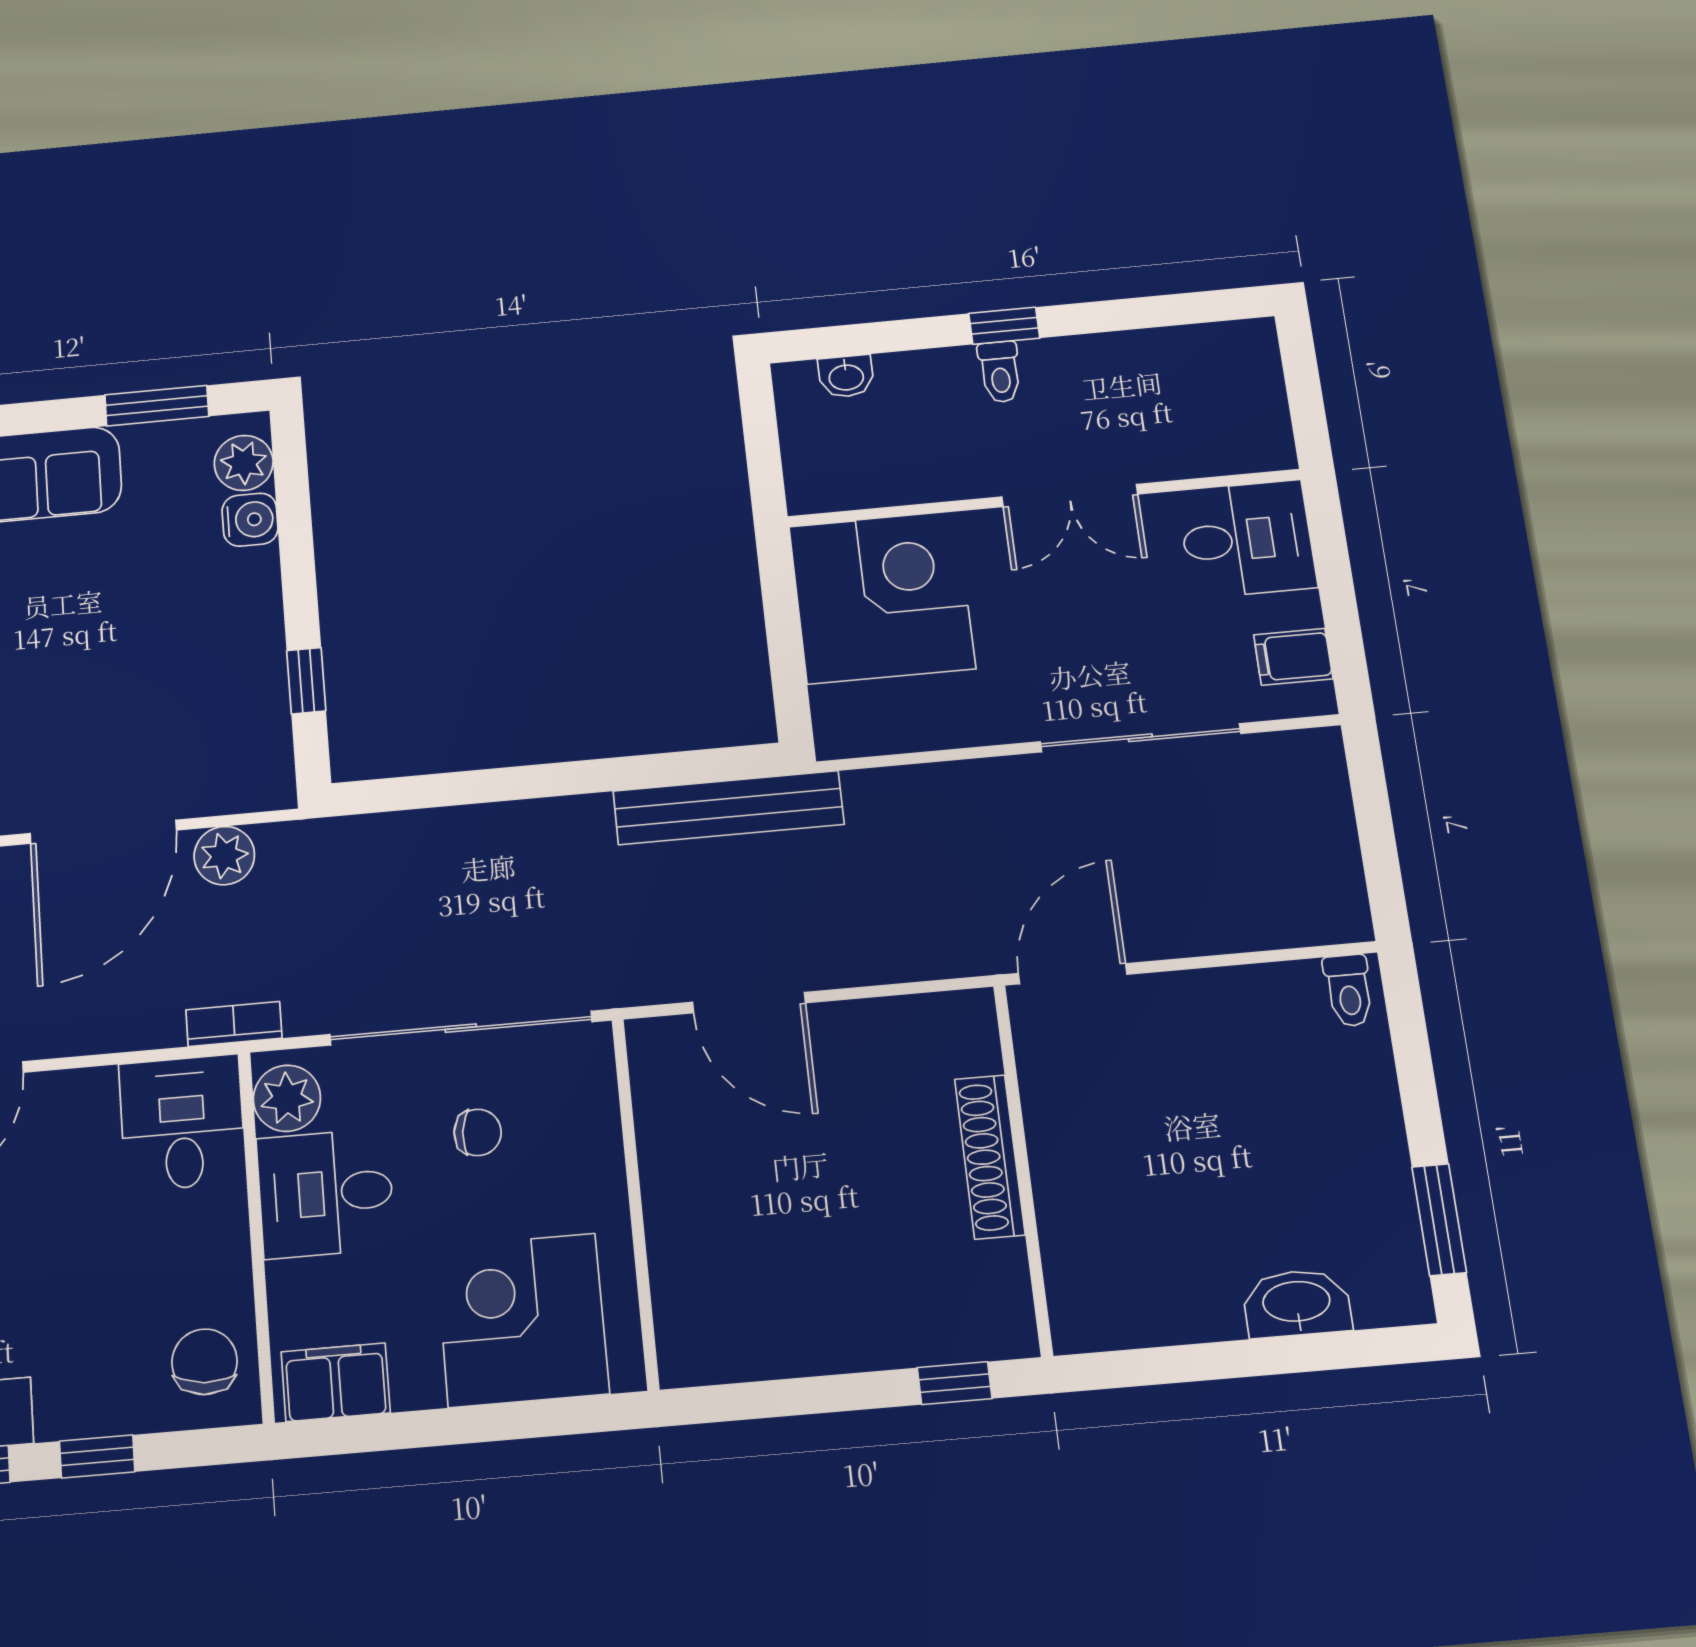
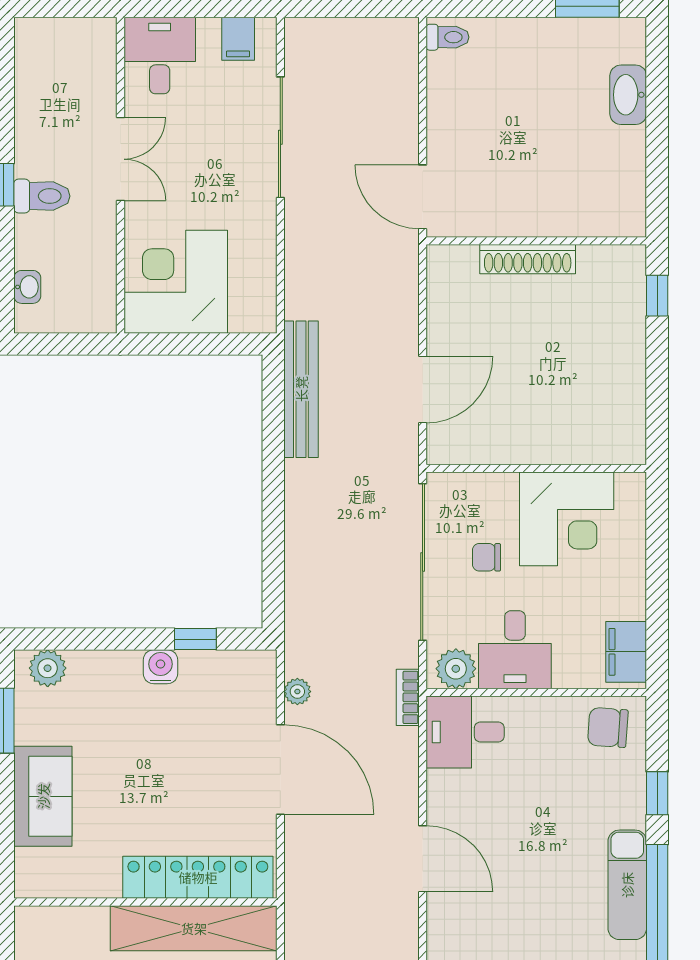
toilet: (1000, 372) -> (42, 196), width x1.37, depth x1.39
water cooler: (250, 520) -> (161, 667), moved
plant: (224, 856) -> (297, 692), width x0.73, depth x0.73
chair: (478, 1132) -> (487, 557), turned -96
corner desk: (522, 1320) -> (567, 519), moved, turned -90

